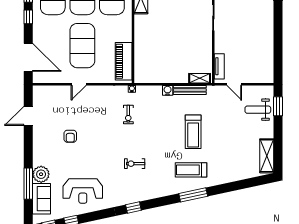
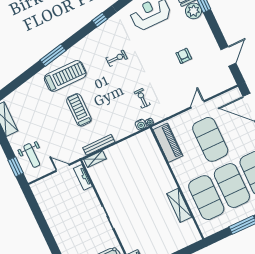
water cooler: (168, 90) -> (141, 125), moved
weight bench: (258, 110) -> (32, 155), turned 90
treadmill: (191, 170) -> (65, 76), width x1.37, depth x1.38

